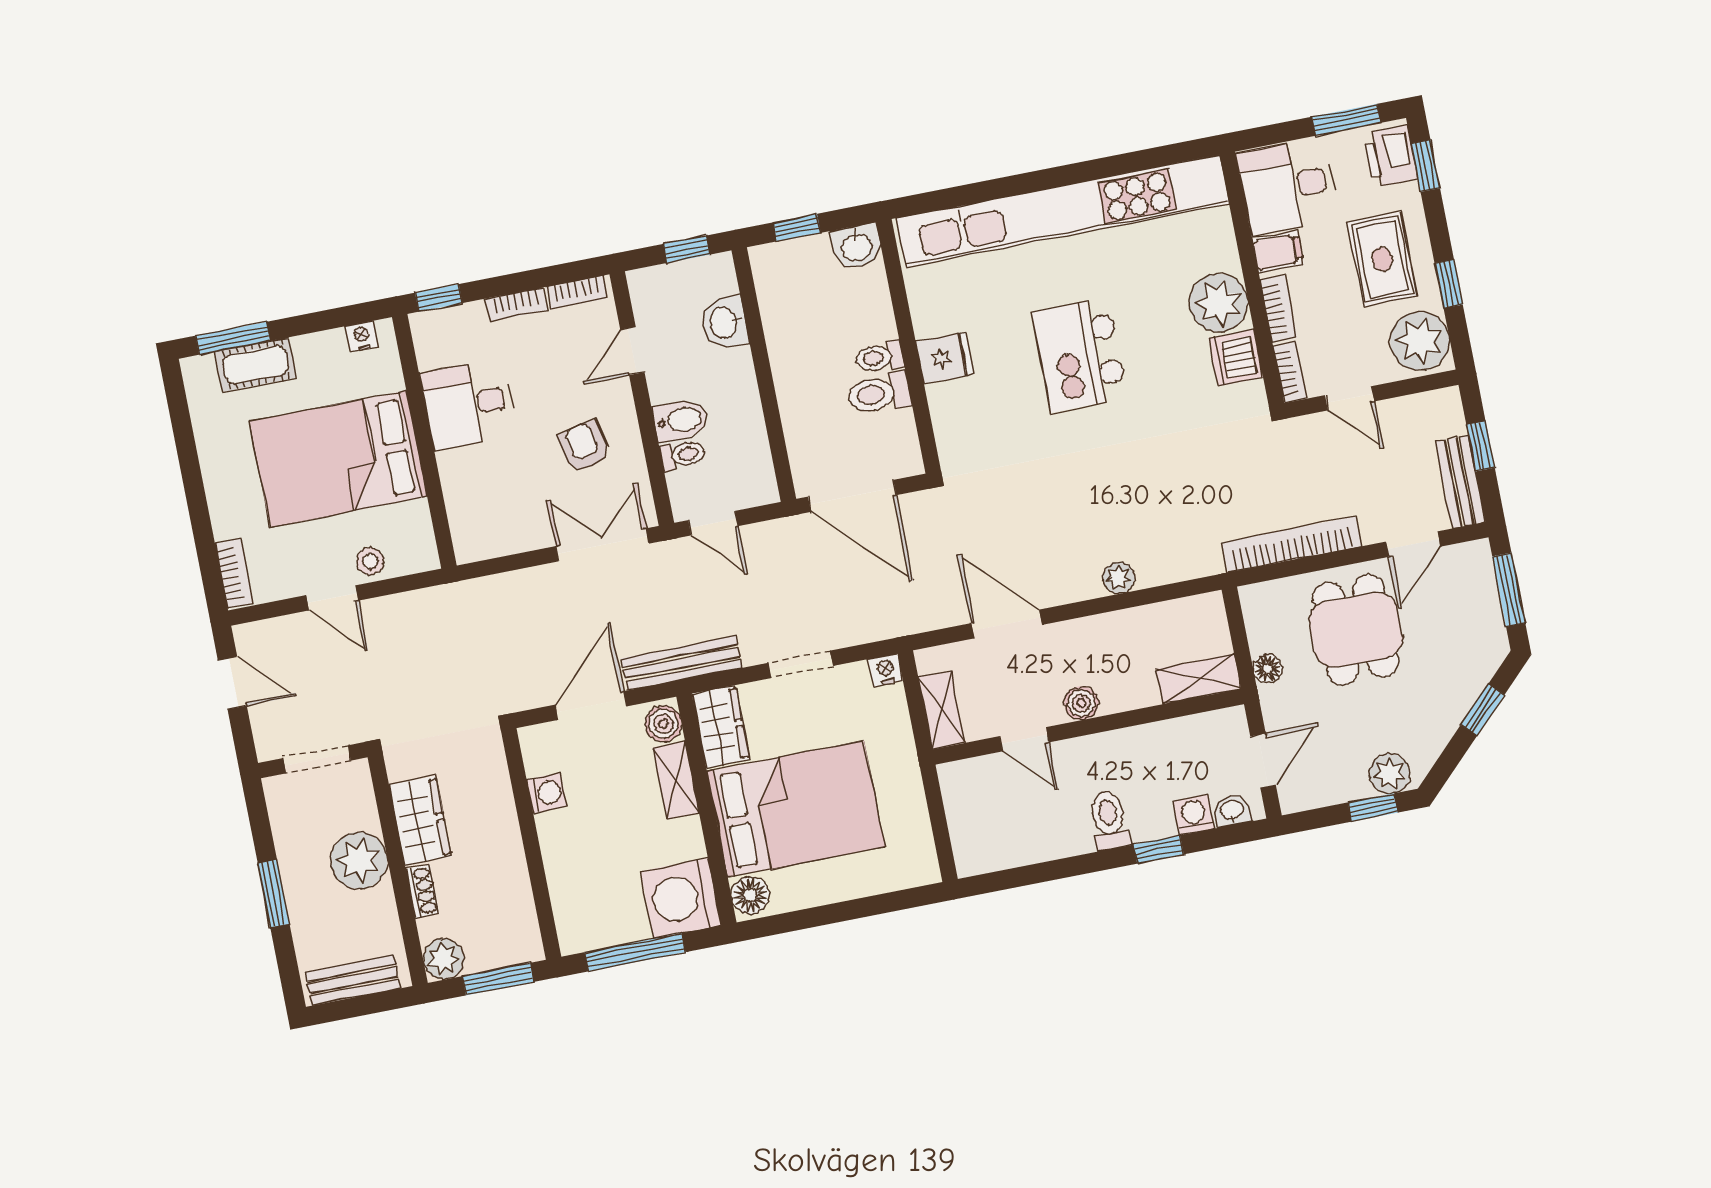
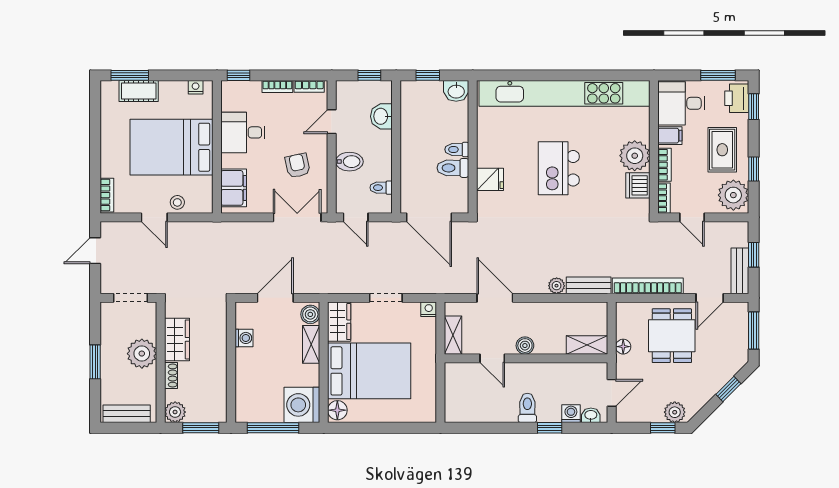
fridge: (945, 358) -> (490, 179), moved
toilet: (682, 455) -> (381, 188), moved, turned 180
filing cabinet: (471, 513) -> (234, 188), added
bench: (682, 663) -> (589, 285), moved, width x0.73
door: (232, 683) -> (95, 251), swing flipped

